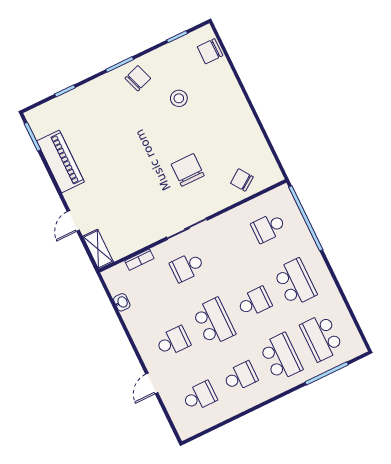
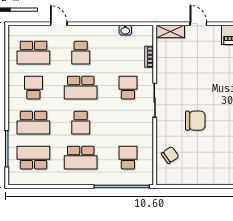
school desk: (240, 377) -> (33, 88), turned 180
school desk: (200, 396) -> (33, 53), width x1.85

